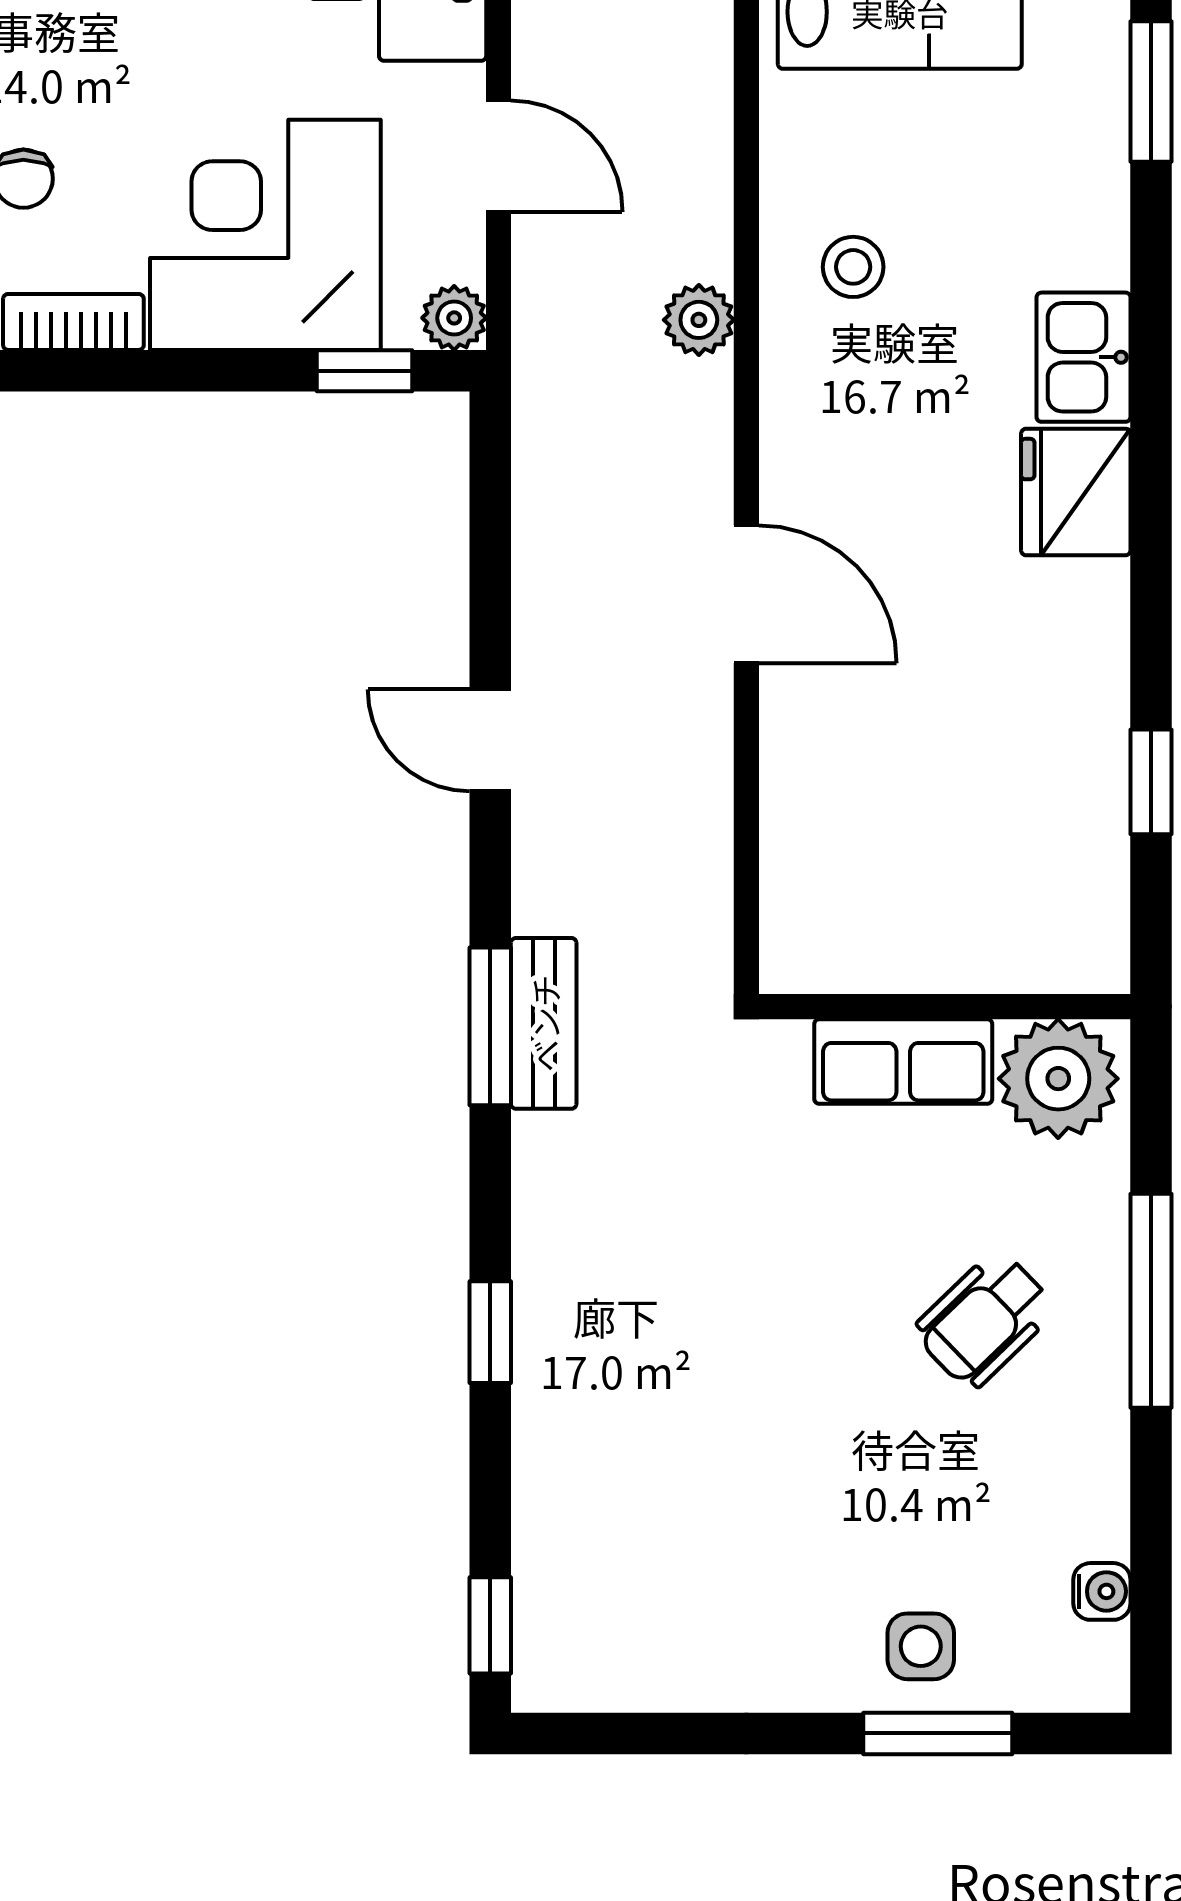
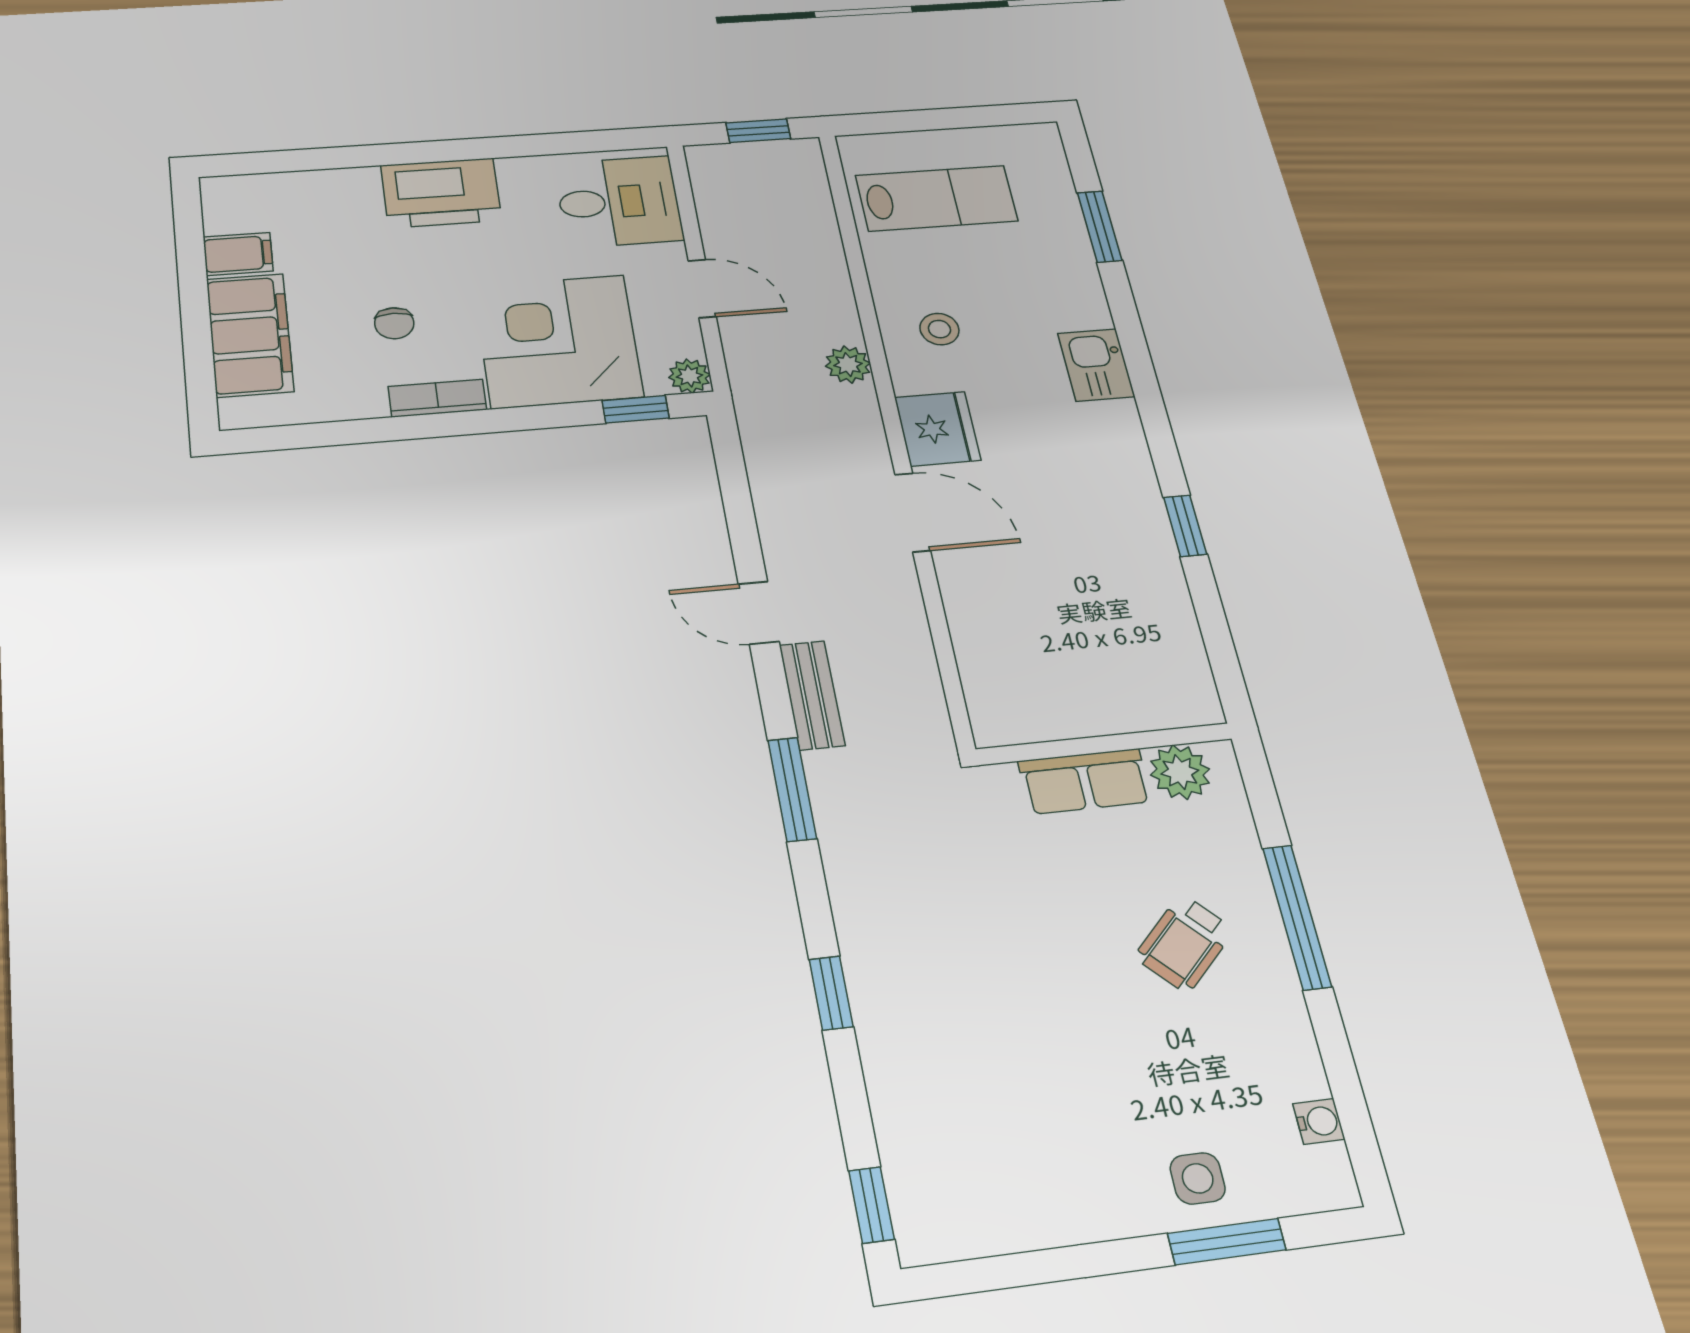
fridge: (1076, 492) -> (938, 429), moved, turned 180
window: (1151, 782) -> (1185, 526), moved
bench: (544, 1023) -> (812, 695), moved
plant: (1058, 1079) -> (1180, 772), width x0.73, depth x0.73

